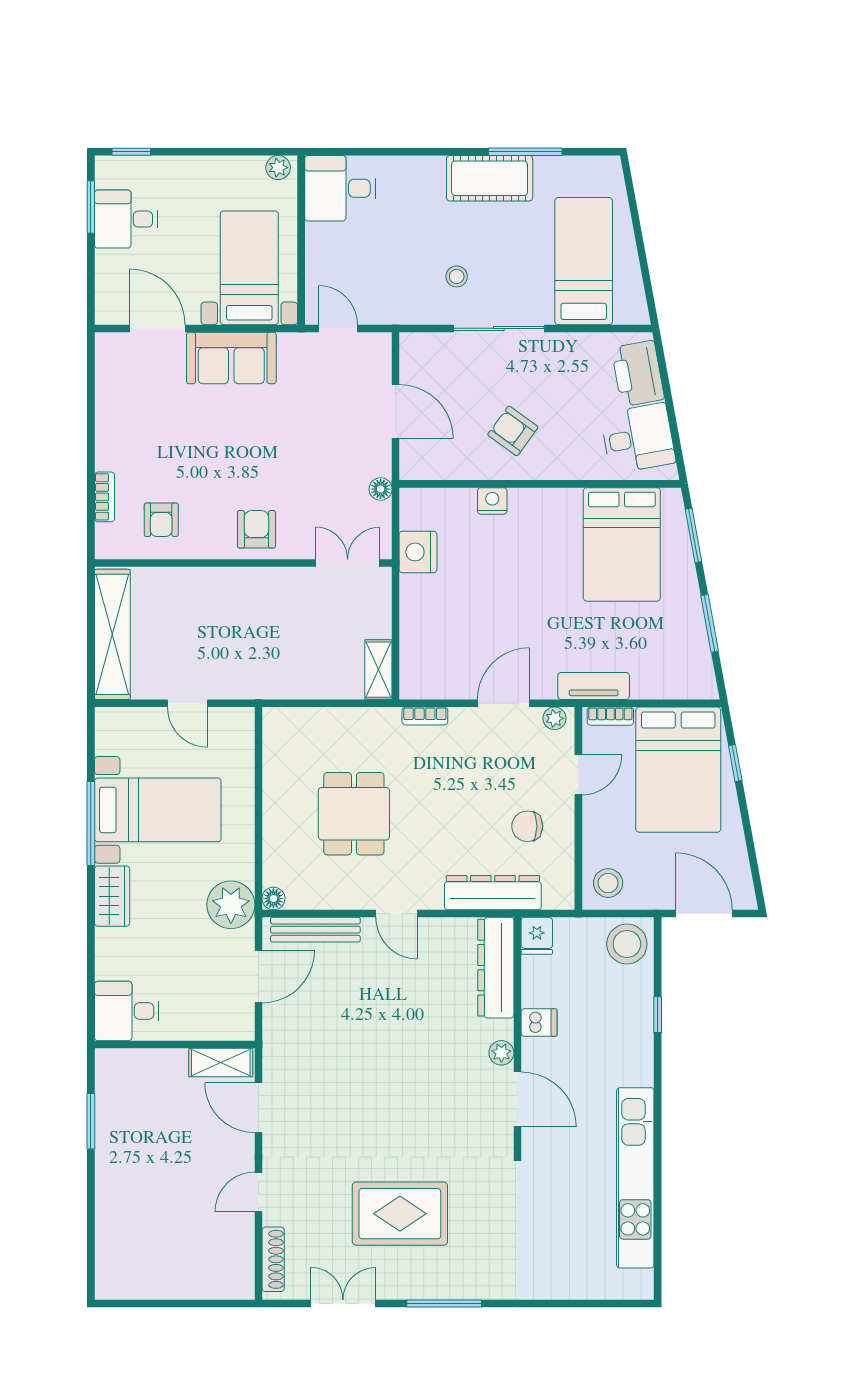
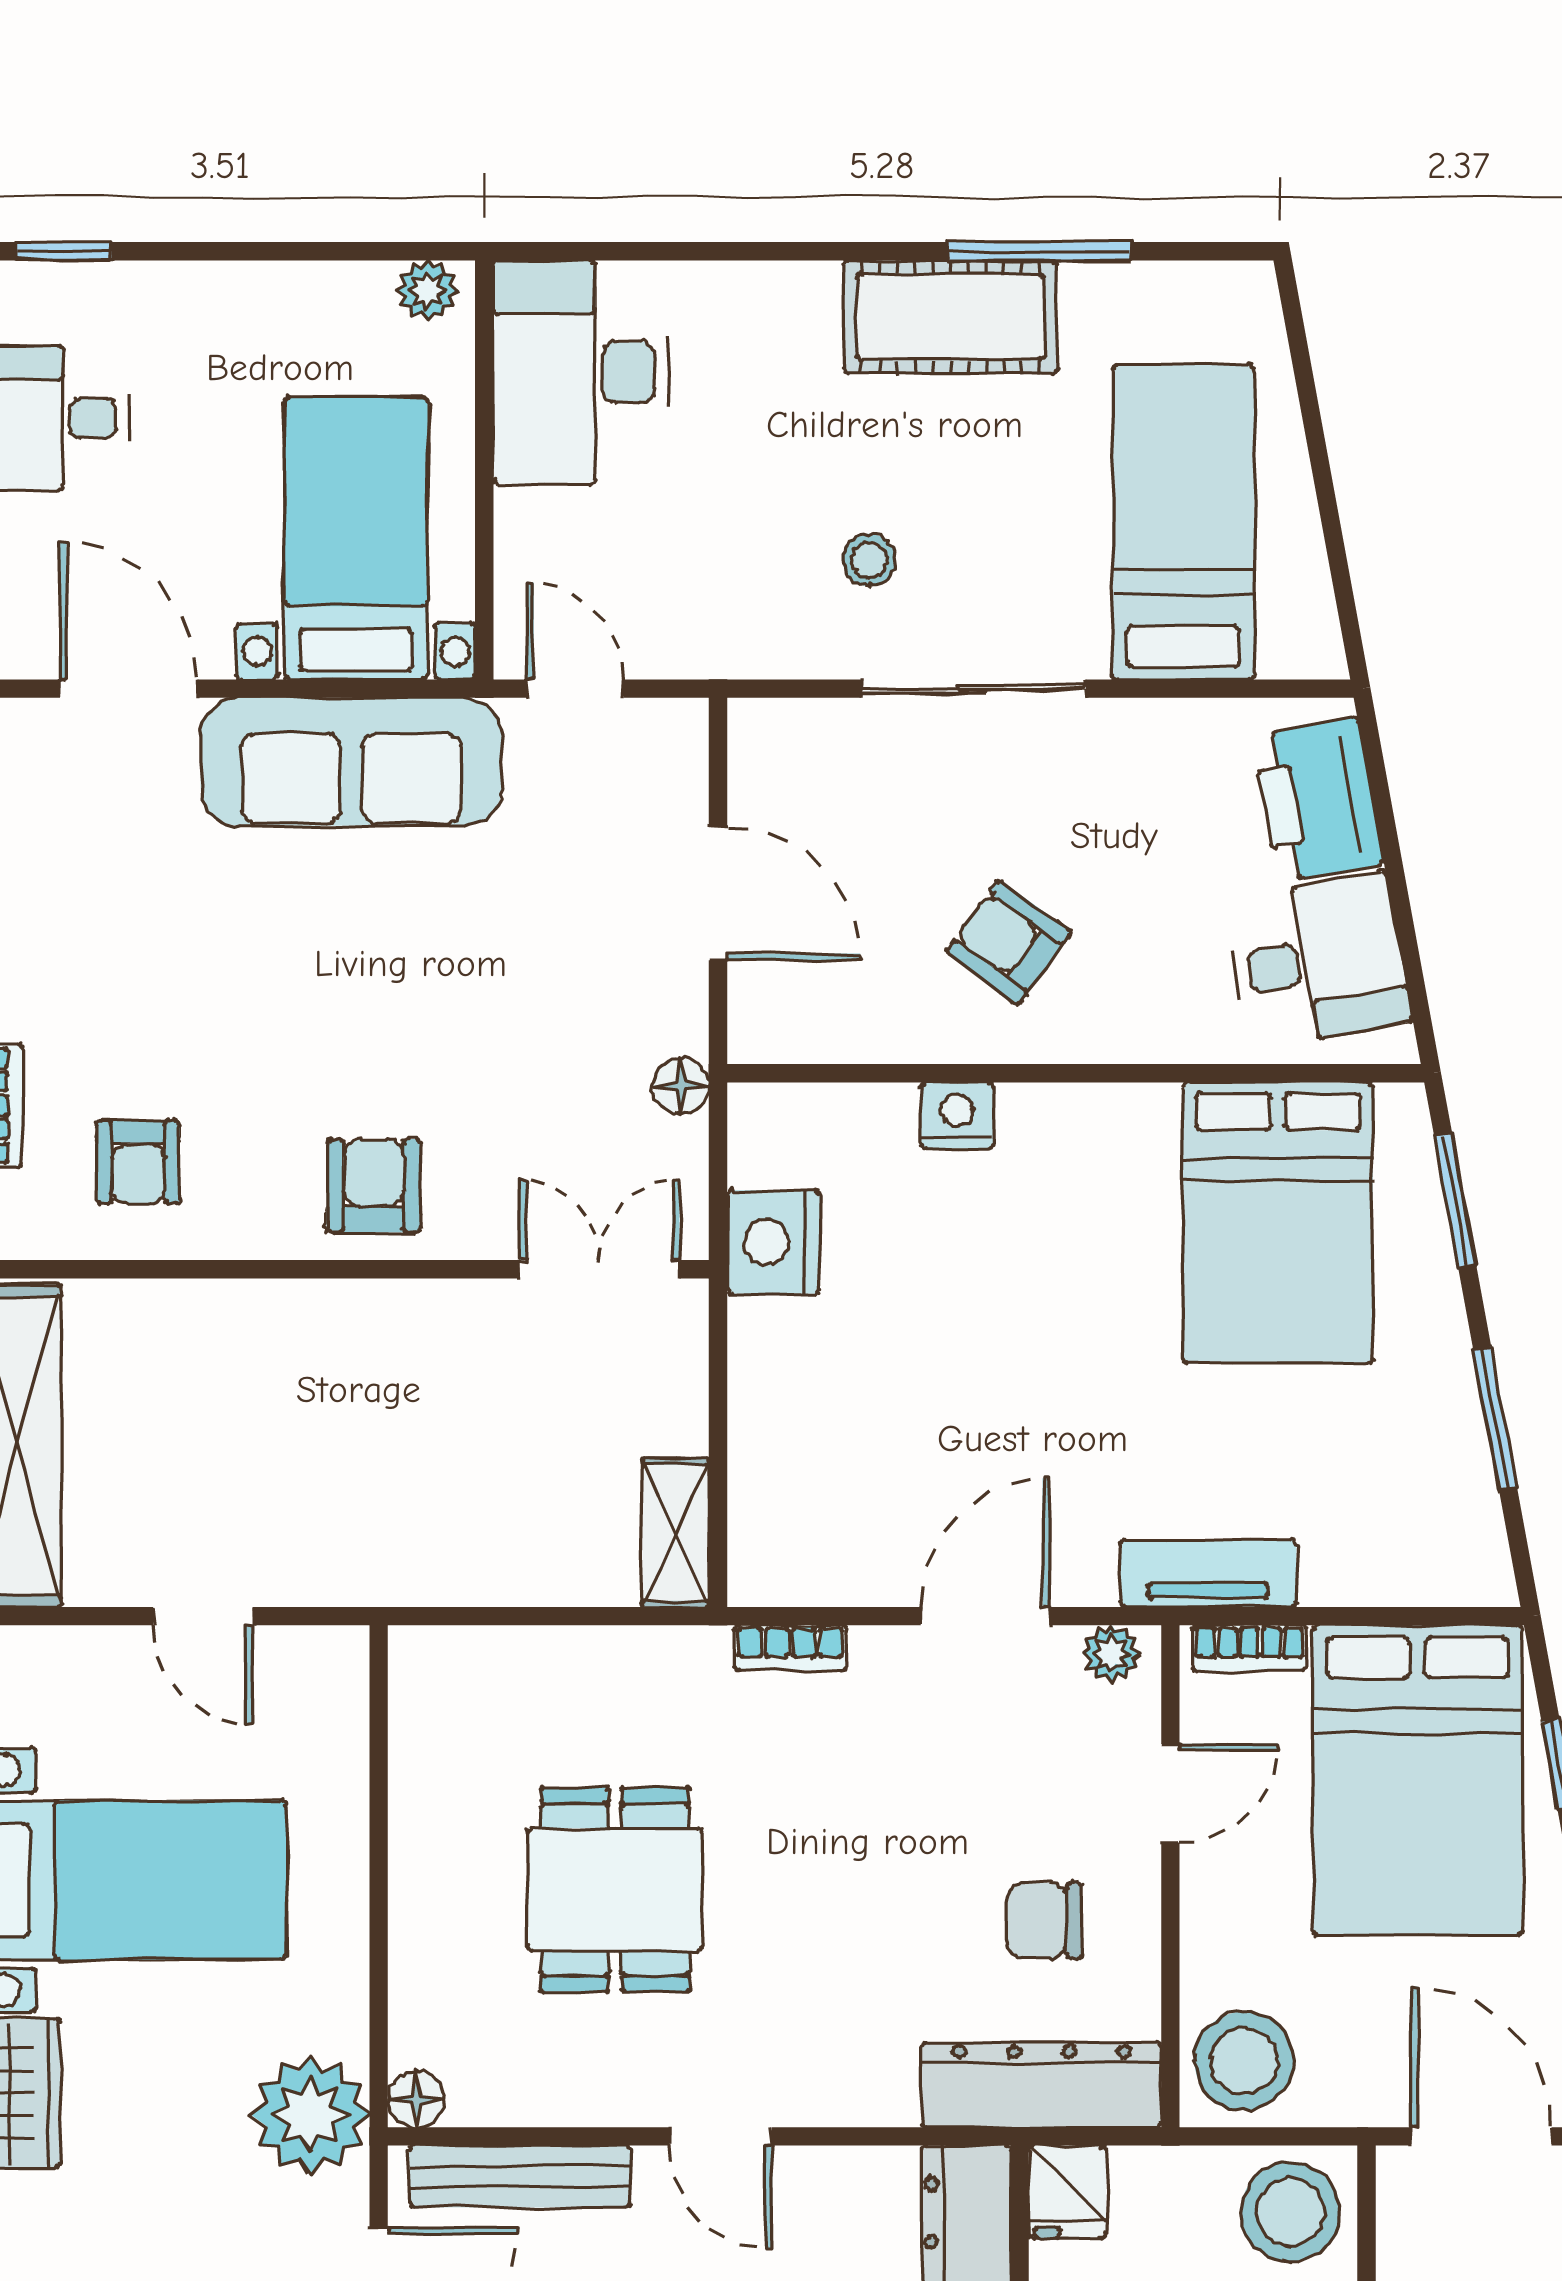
desk: (340, 188) -> (581, 372), width x1.37
sofa: (231, 358) -> (351, 762), width x1.36
stool: (608, 883) -> (1244, 2061), width x1.38, depth x1.38
dresser: (493, 893) -> (1042, 2085), moved

